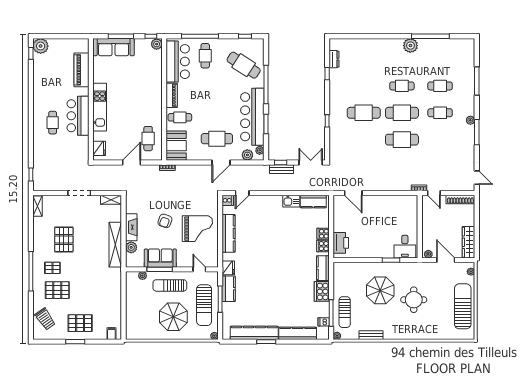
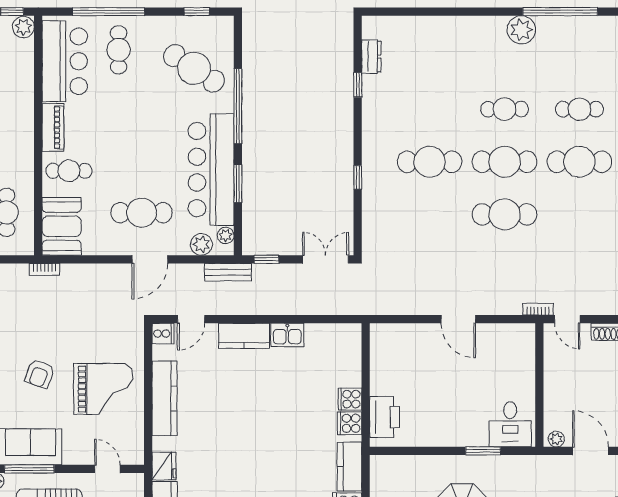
cafe table: (440, 113) -> (579, 162), width x1.37, depth x1.35
bench: (281, 169) -> (228, 272), moved
door: (353, 193) -> (458, 319), moved
kitchen counter: (313, 202) -> (244, 336), moved

